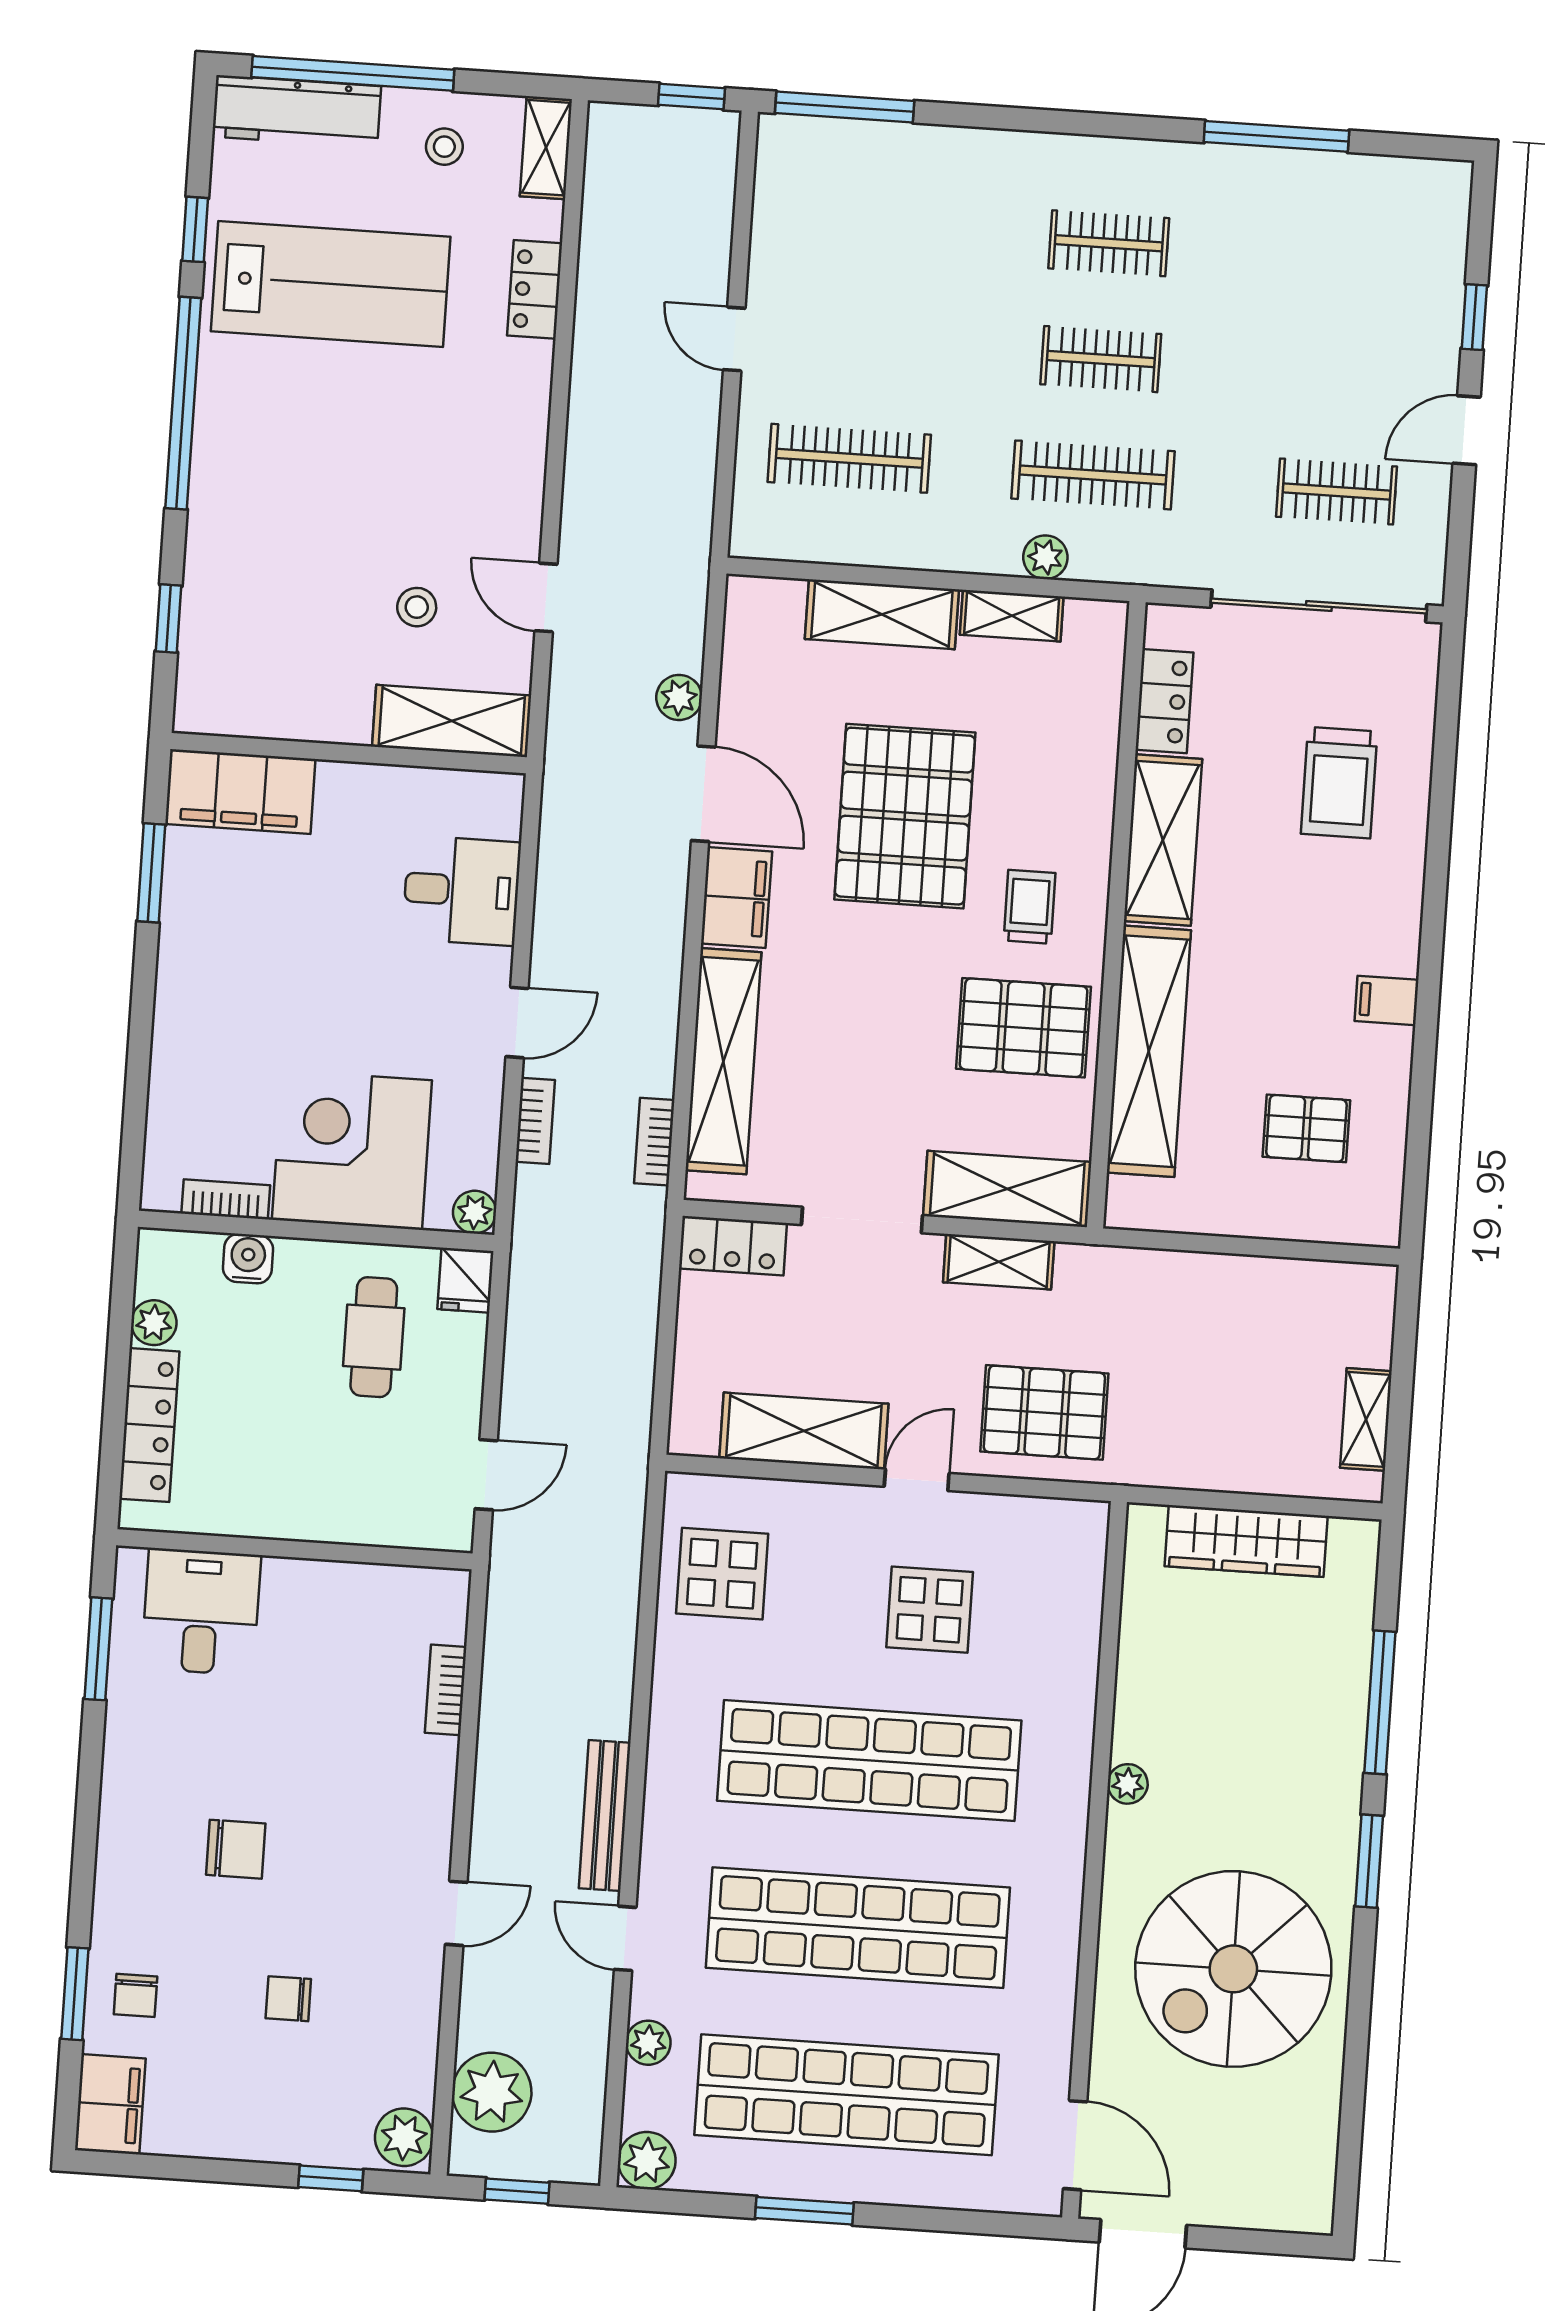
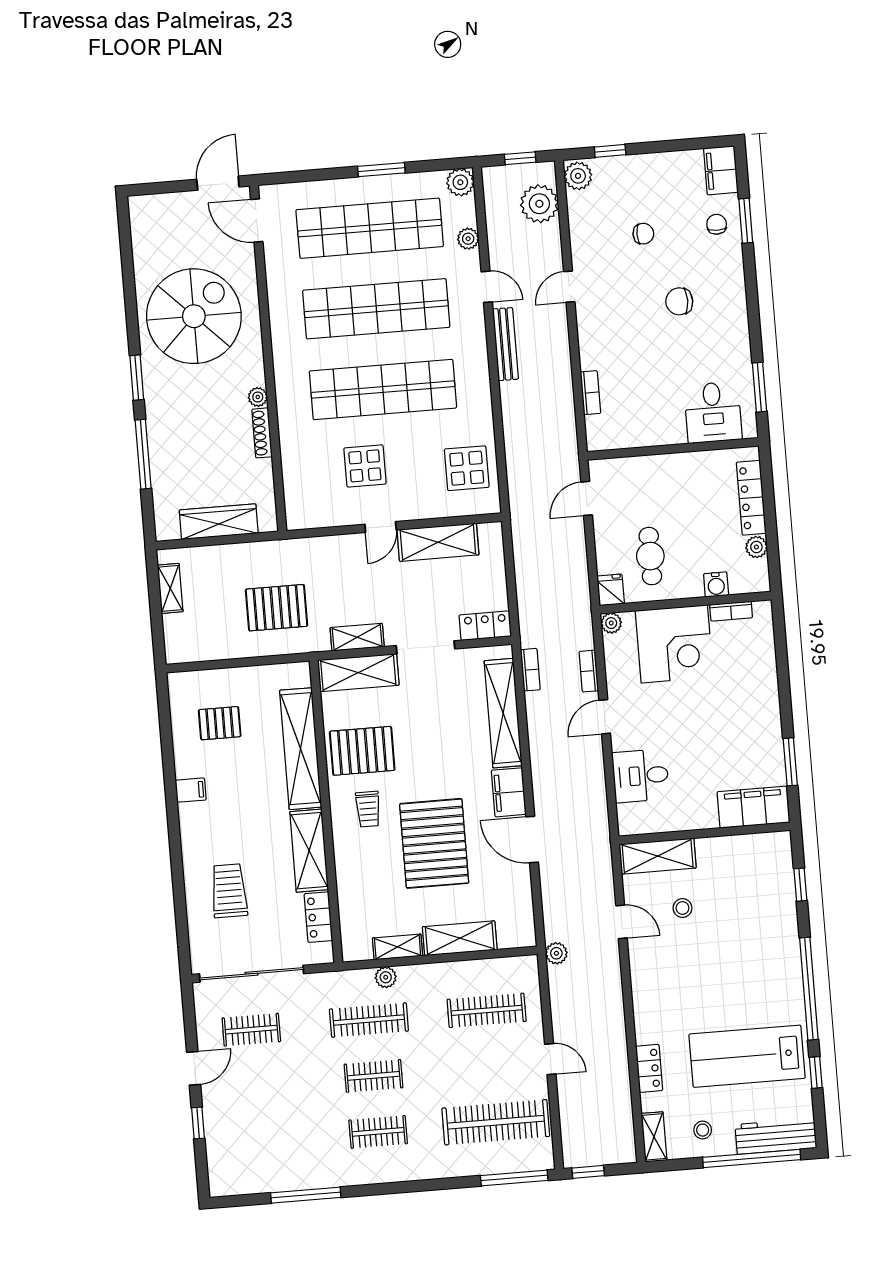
clothes rail: (865, 227) -> (496, 1122), added
plant: (679, 697) -> (556, 953), moved
pallet: (1044, 1412) -> (276, 608), moved
shoe rack: (1130, 1709) -> (262, 433), added

